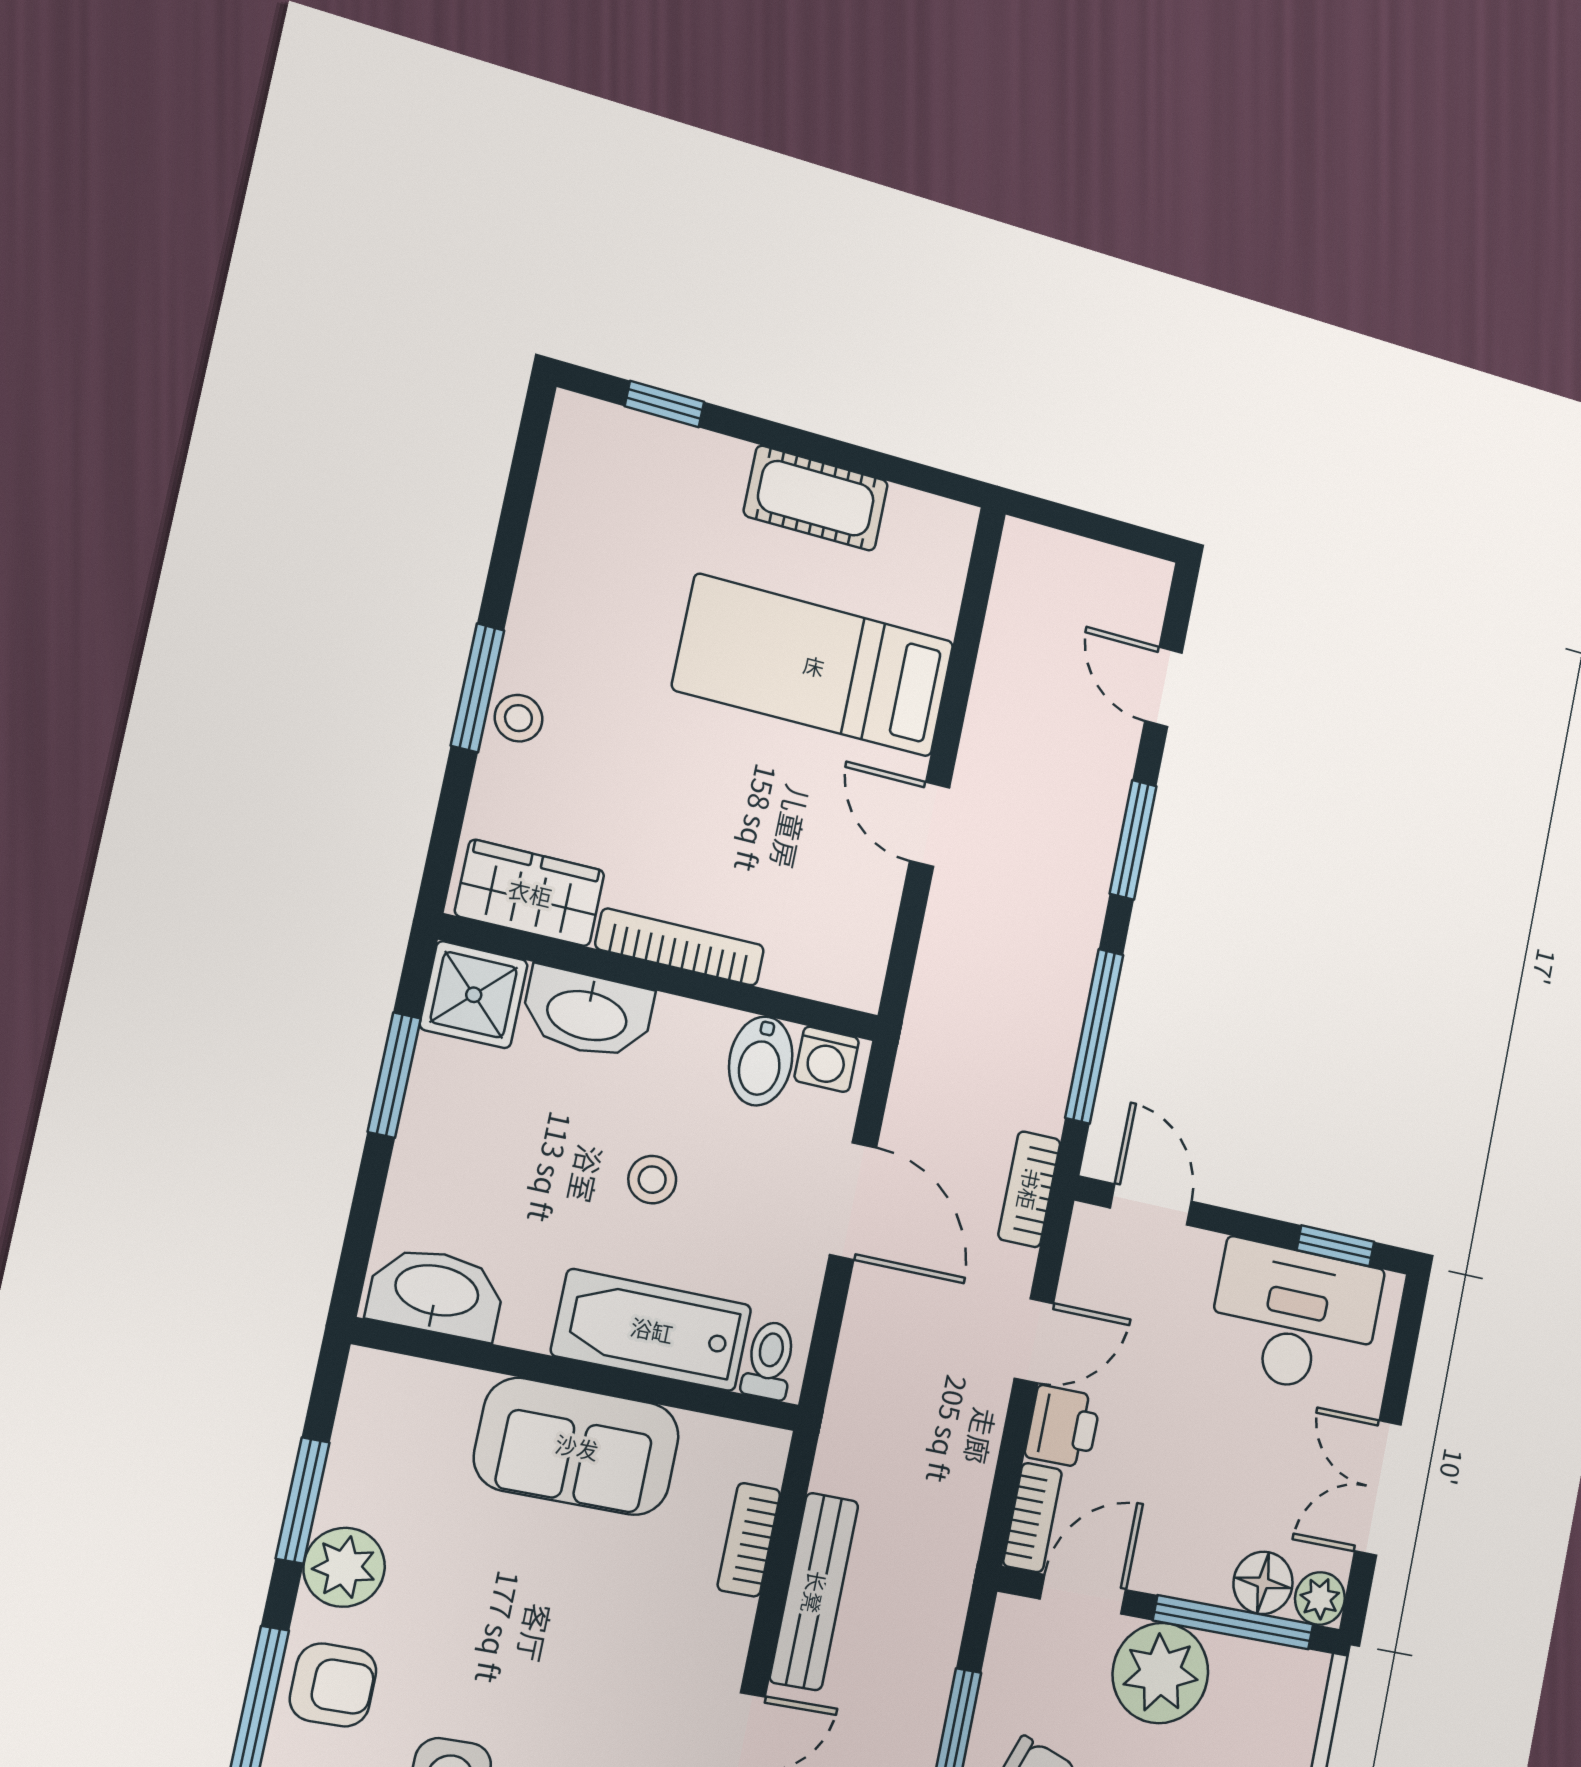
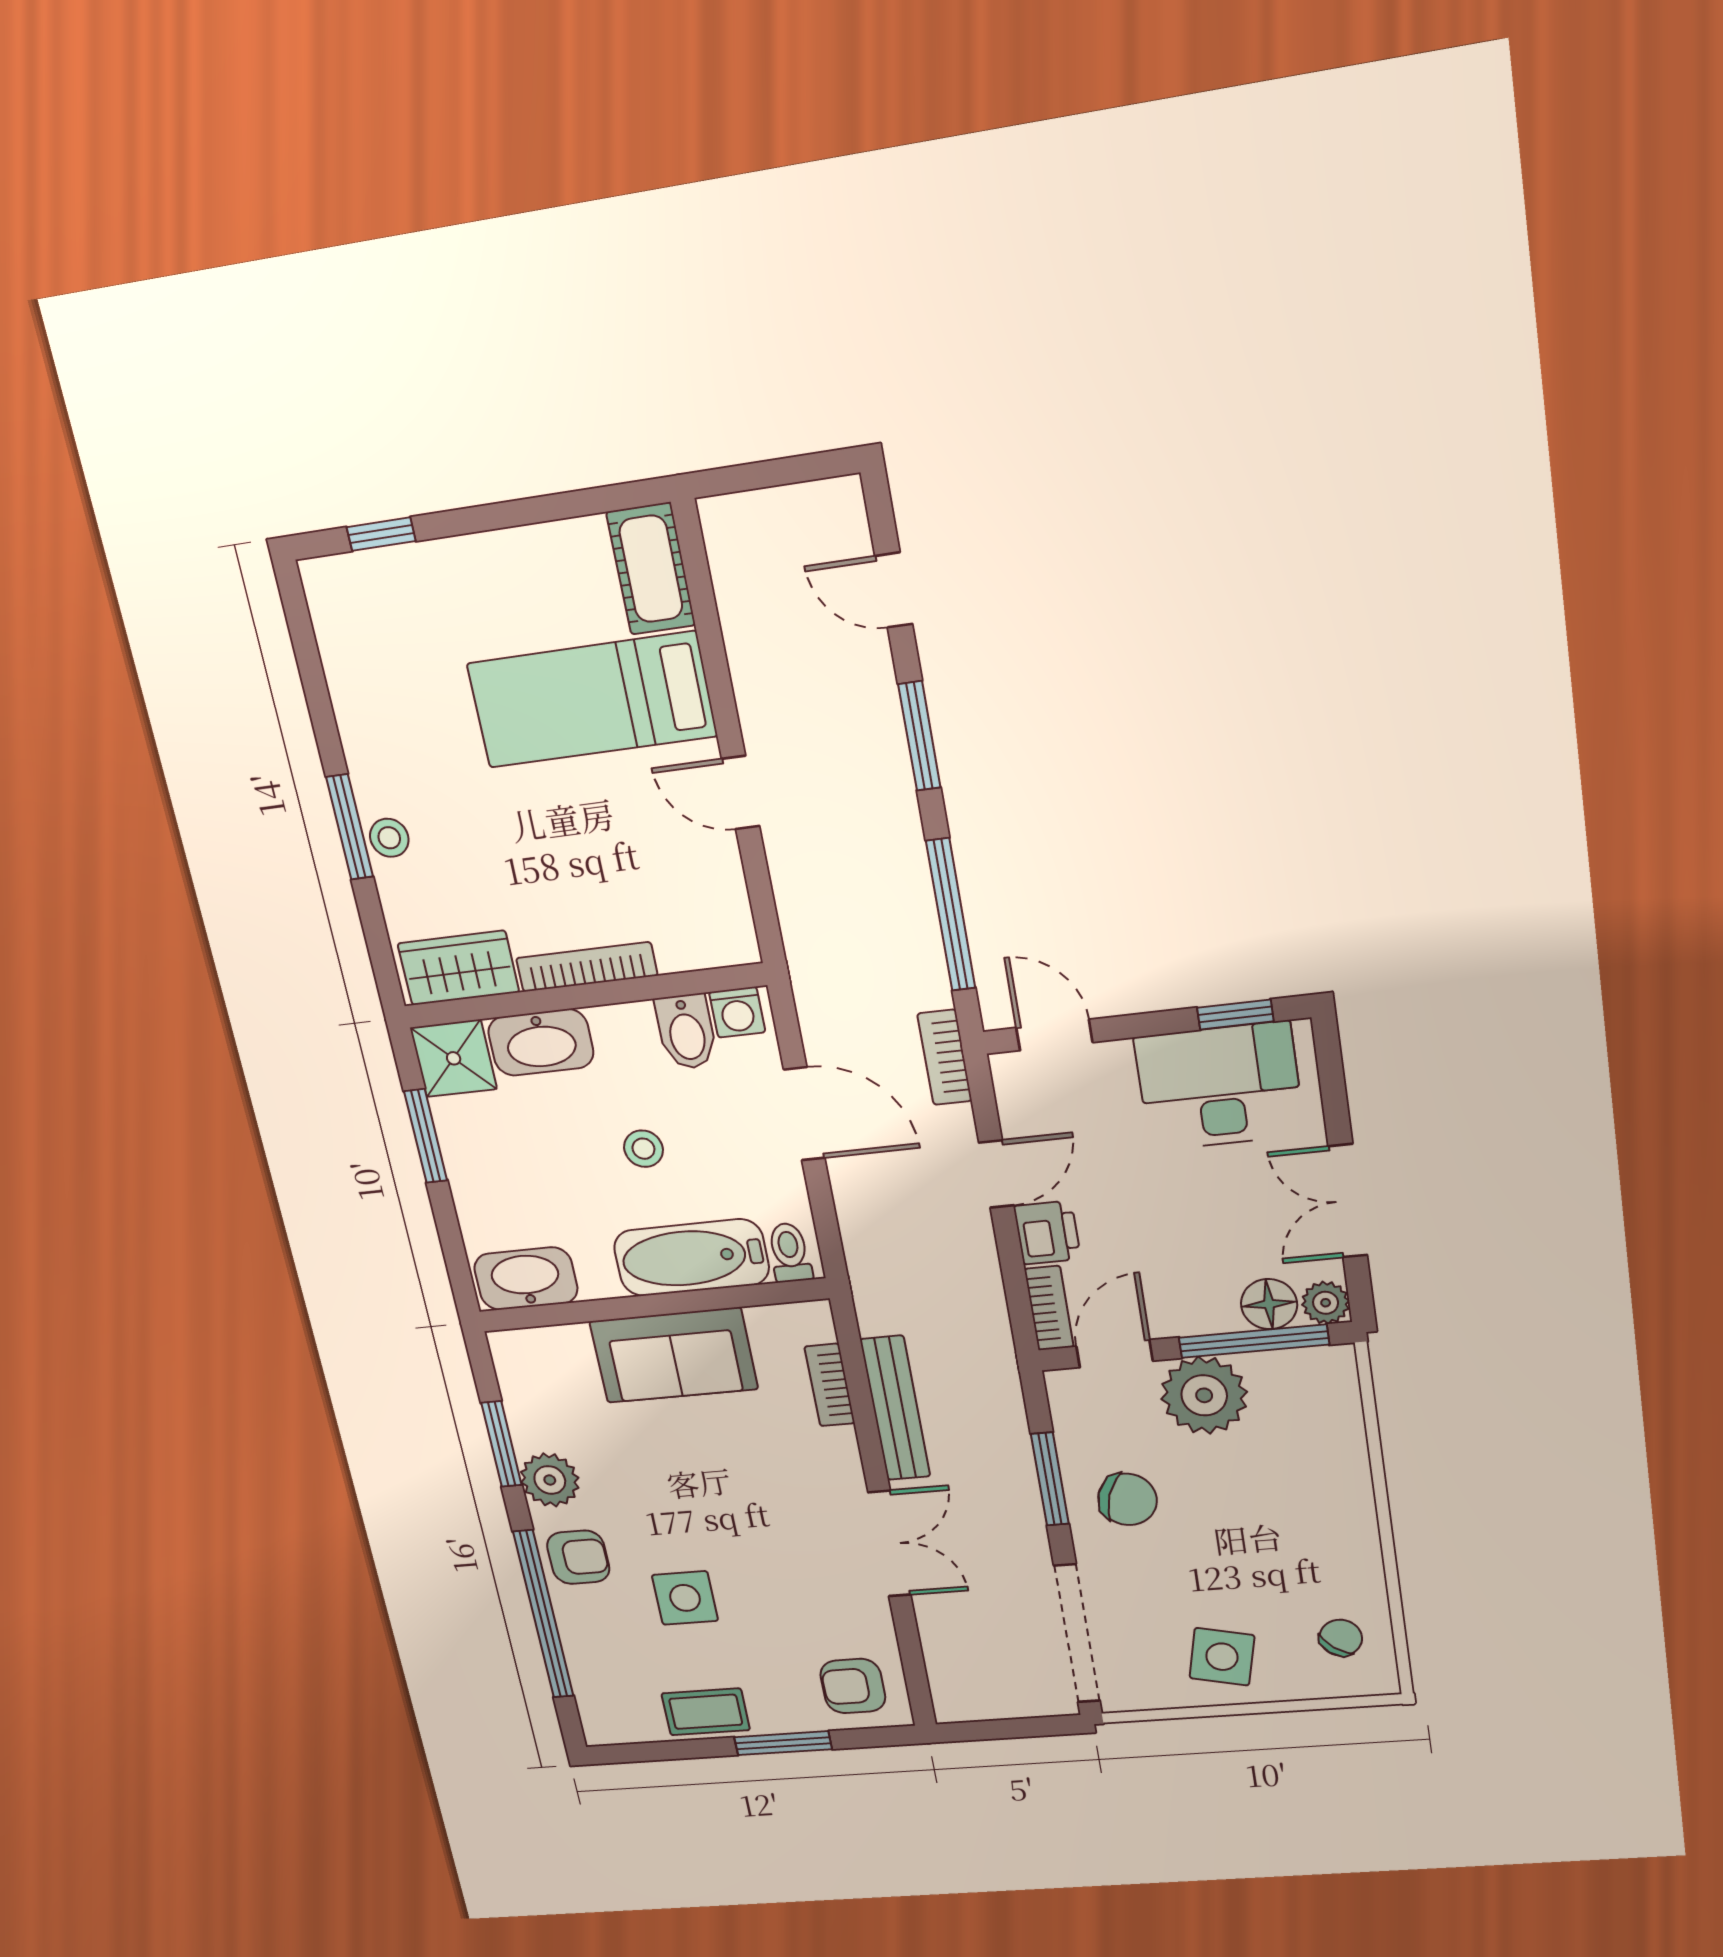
cot: (816, 498) -> (651, 569), moved, turned 90

